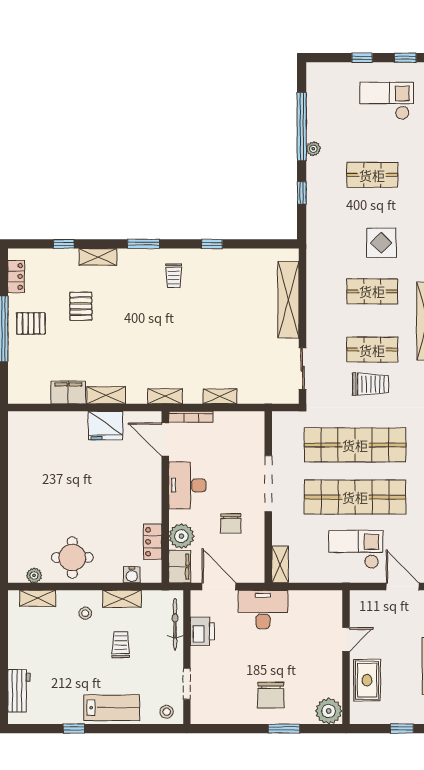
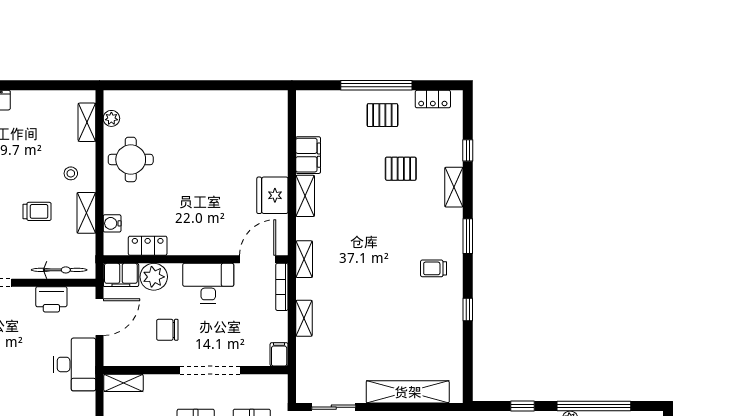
pallet: (31, 323) -> (382, 115), turned 90
filing cabinet: (254, 419) -> (279, 354), added

